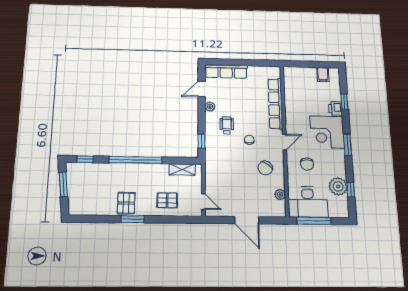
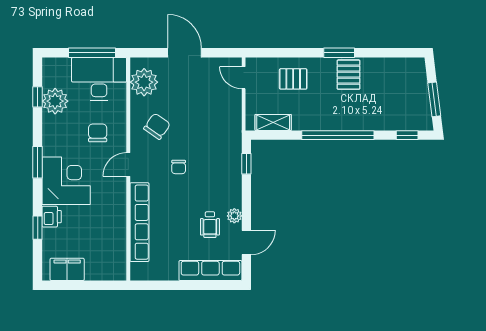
filing cabinet: (323, 74) -> (67, 269), width x2.00
wheelchair: (227, 125) -> (210, 225), moved
plant: (280, 195) -> (144, 82), width x1.88, depth x1.88

